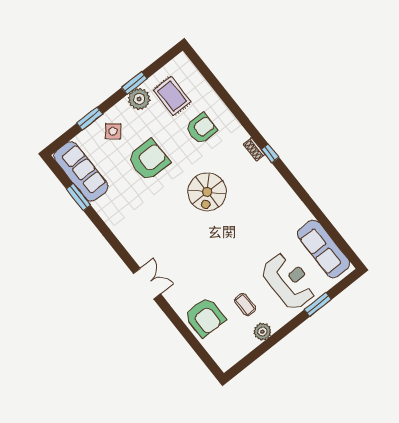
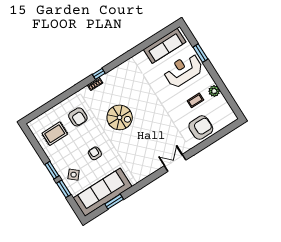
window: (134, 83) -> (52, 170), moved
plant: (139, 99) -> (54, 155), removed
armchair: (201, 129) -> (78, 117), turned 180
armchair: (149, 160) -> (95, 153), width x0.53, depth x0.53
sofa: (81, 171) -> (103, 192), width x1.36, depth x1.27

